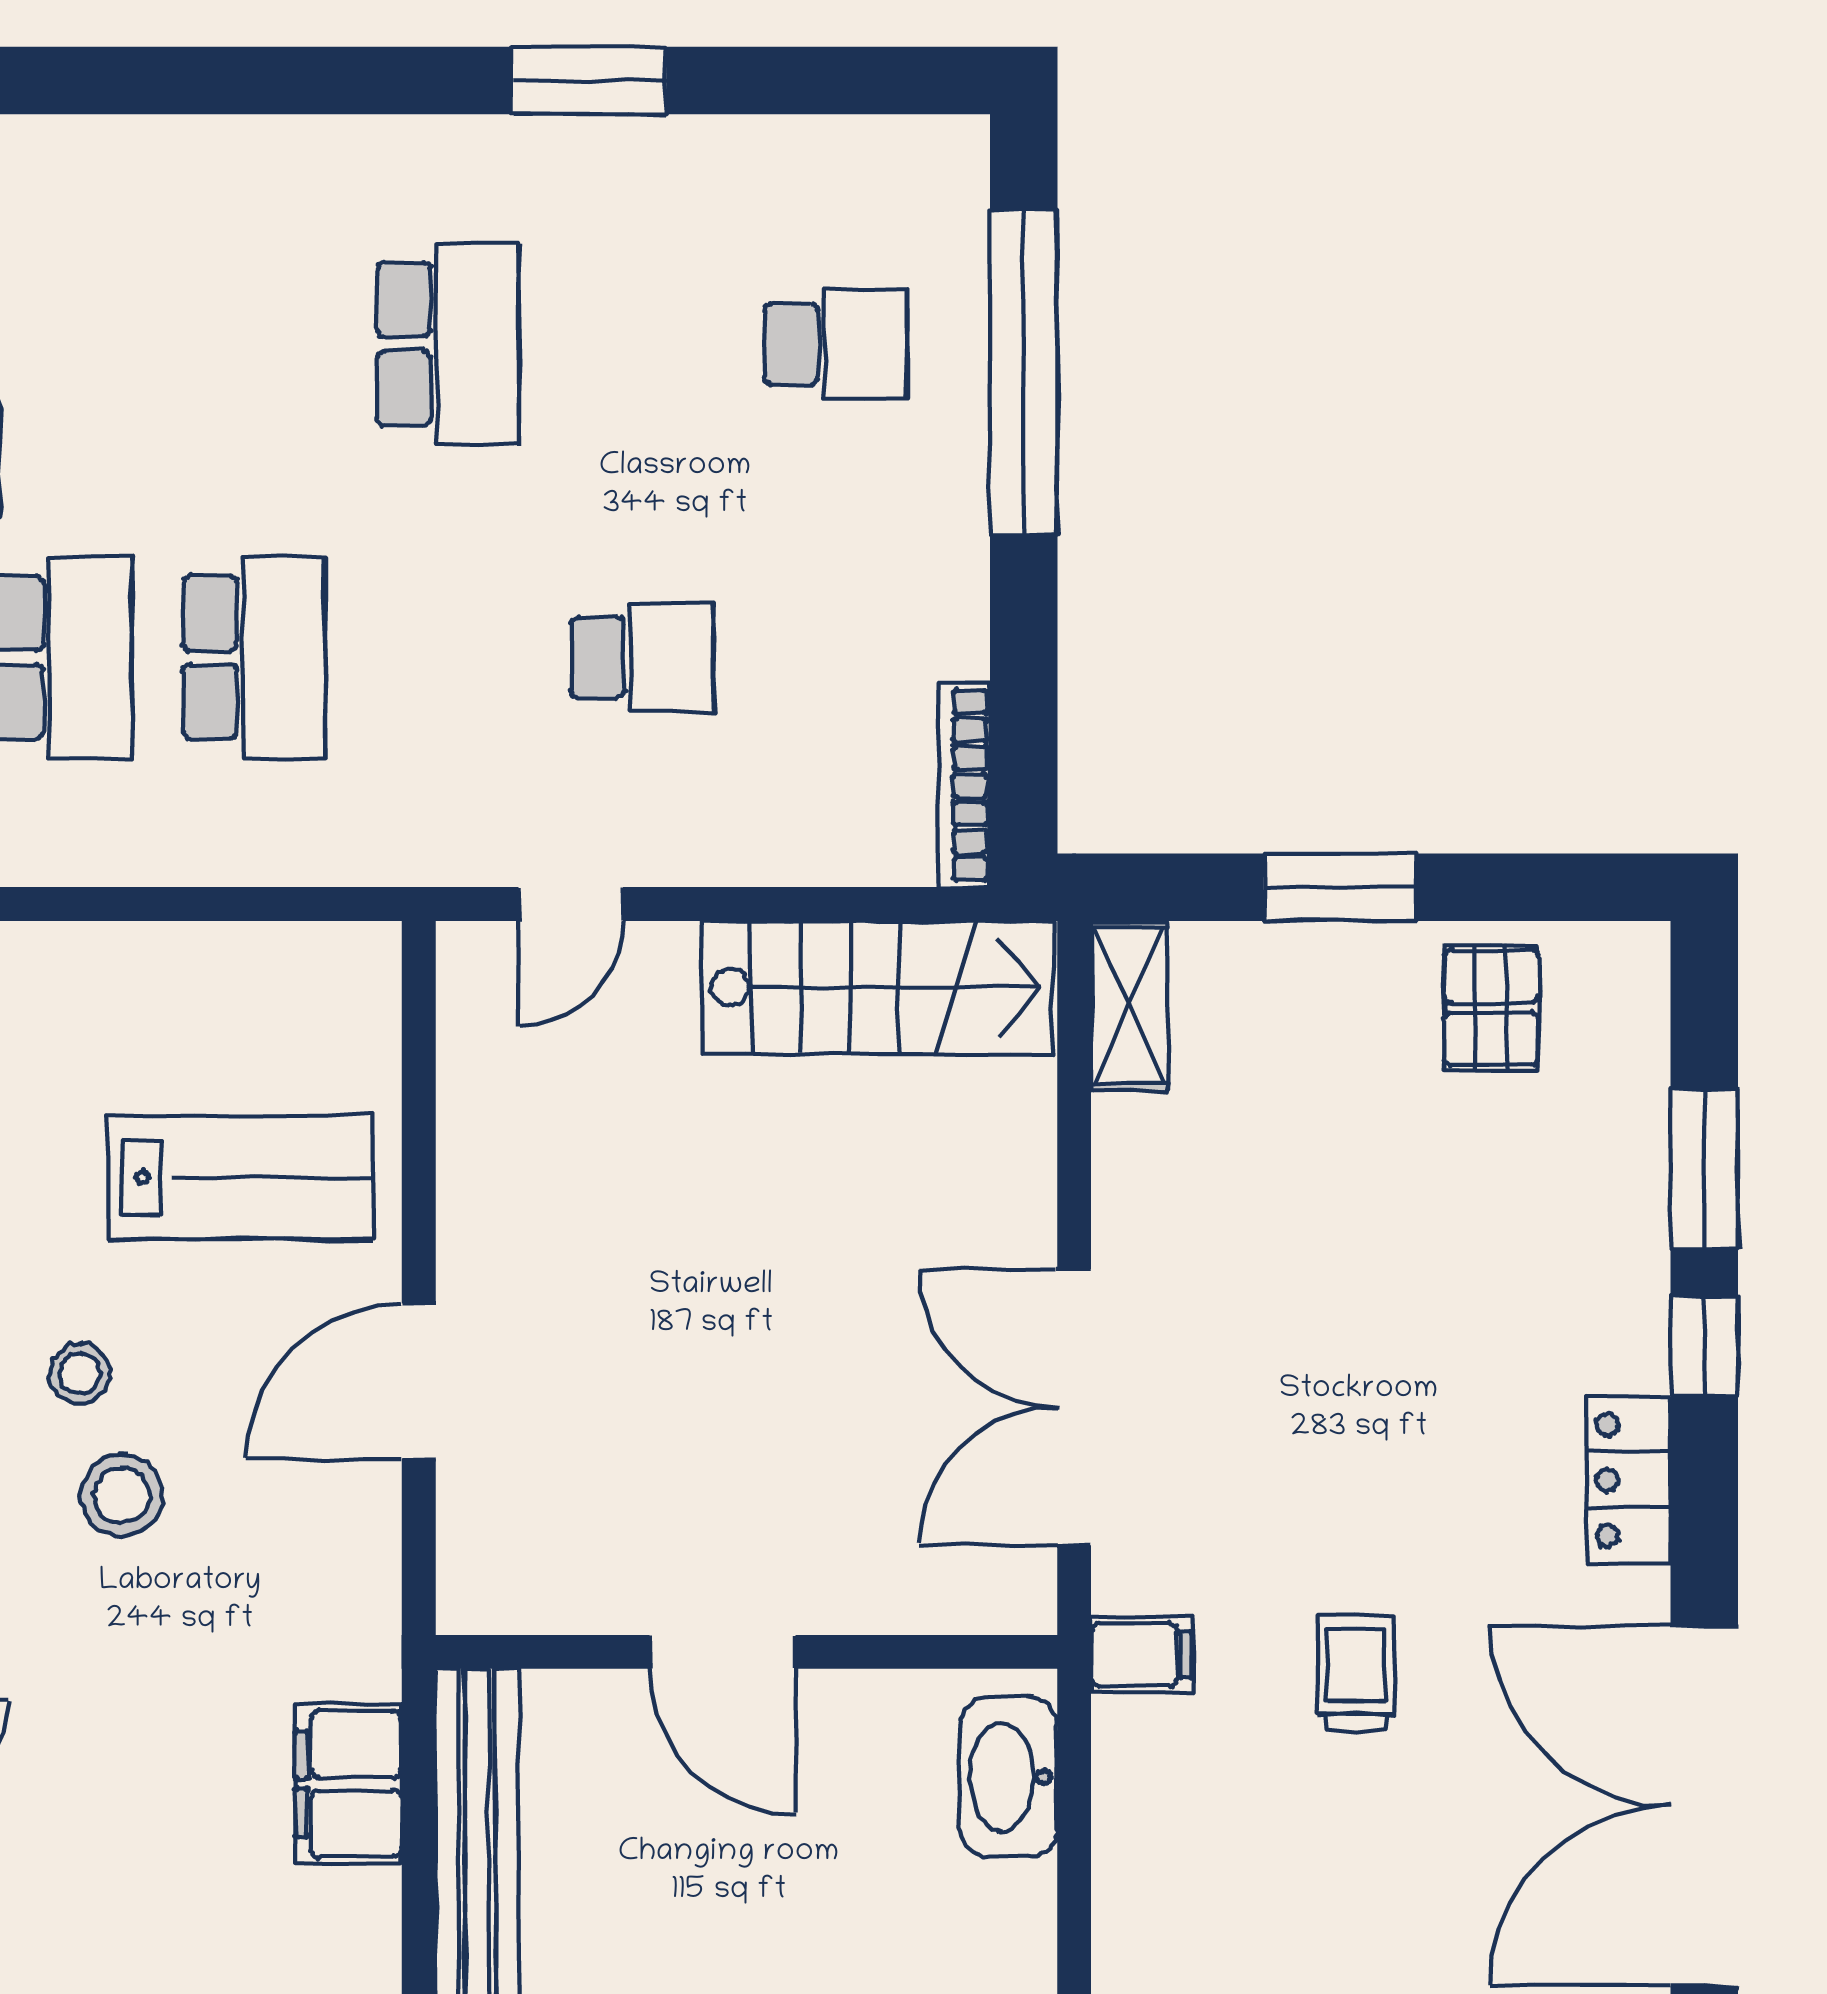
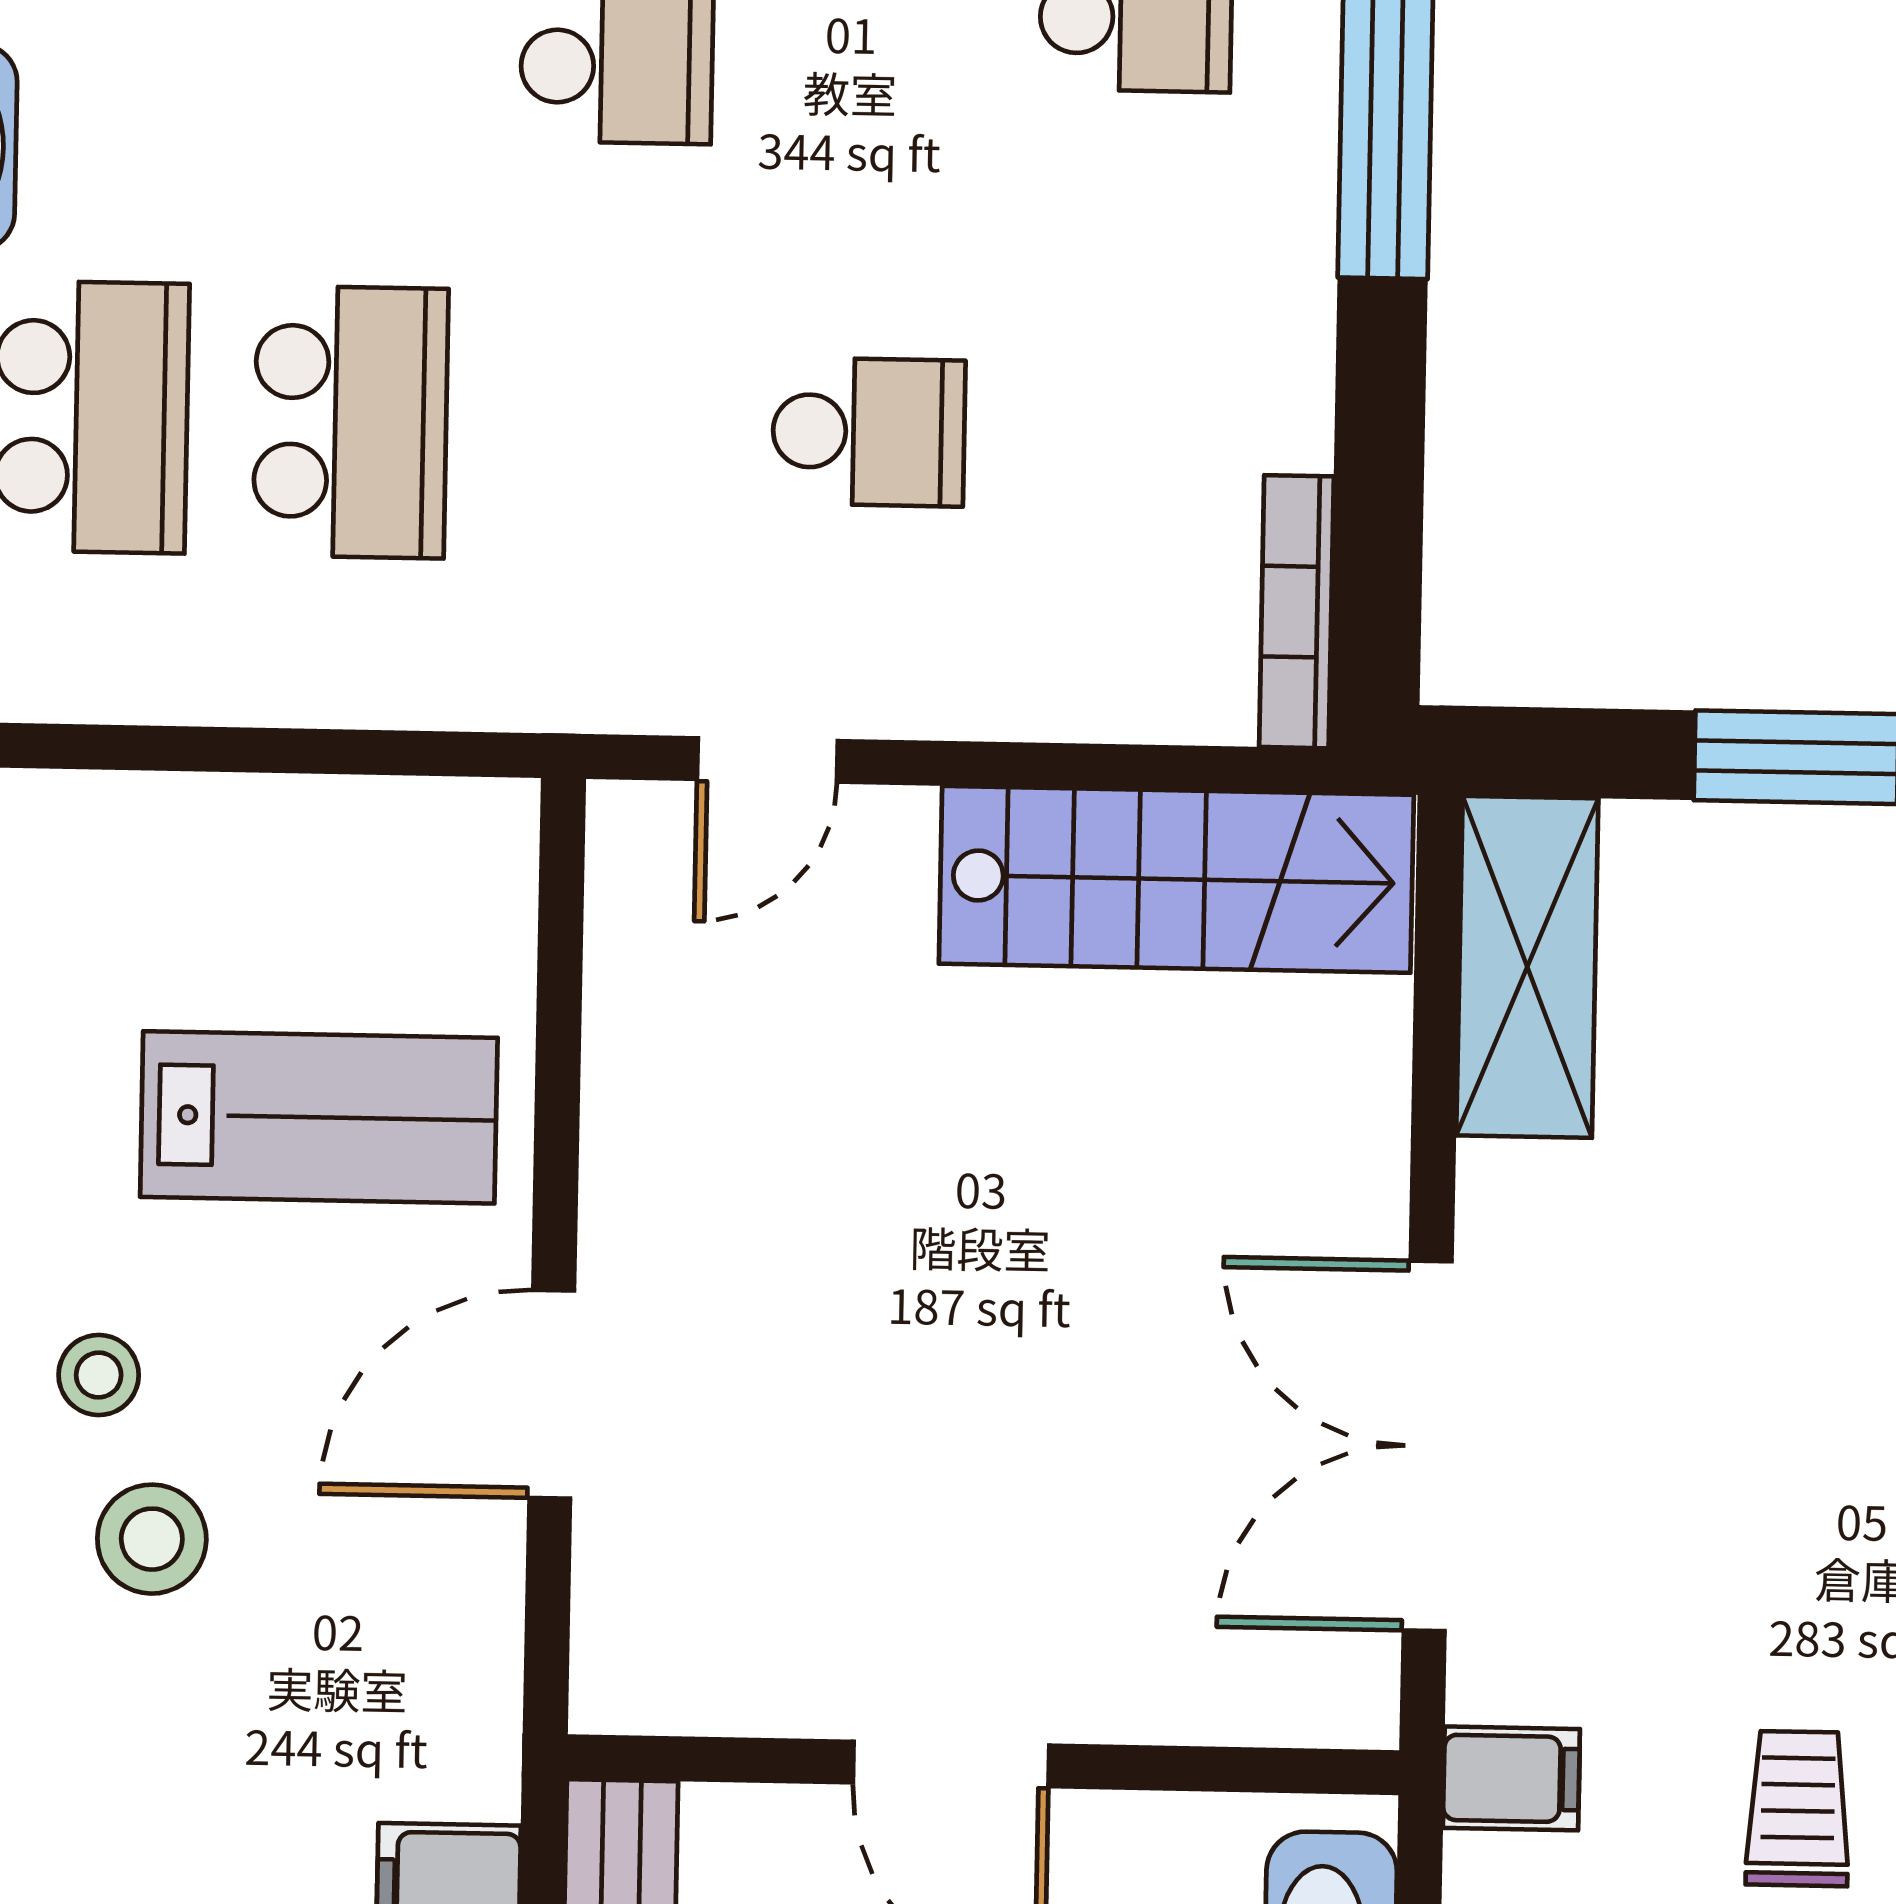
shelving: (1129, 1005) -> (1527, 967), width x1.50, depth x1.33

